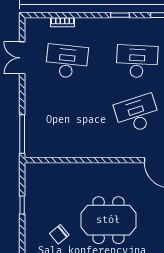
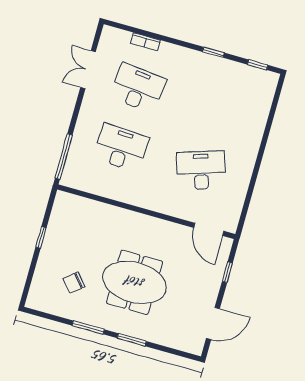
desk: (137, 61) -> (121, 148), moved

